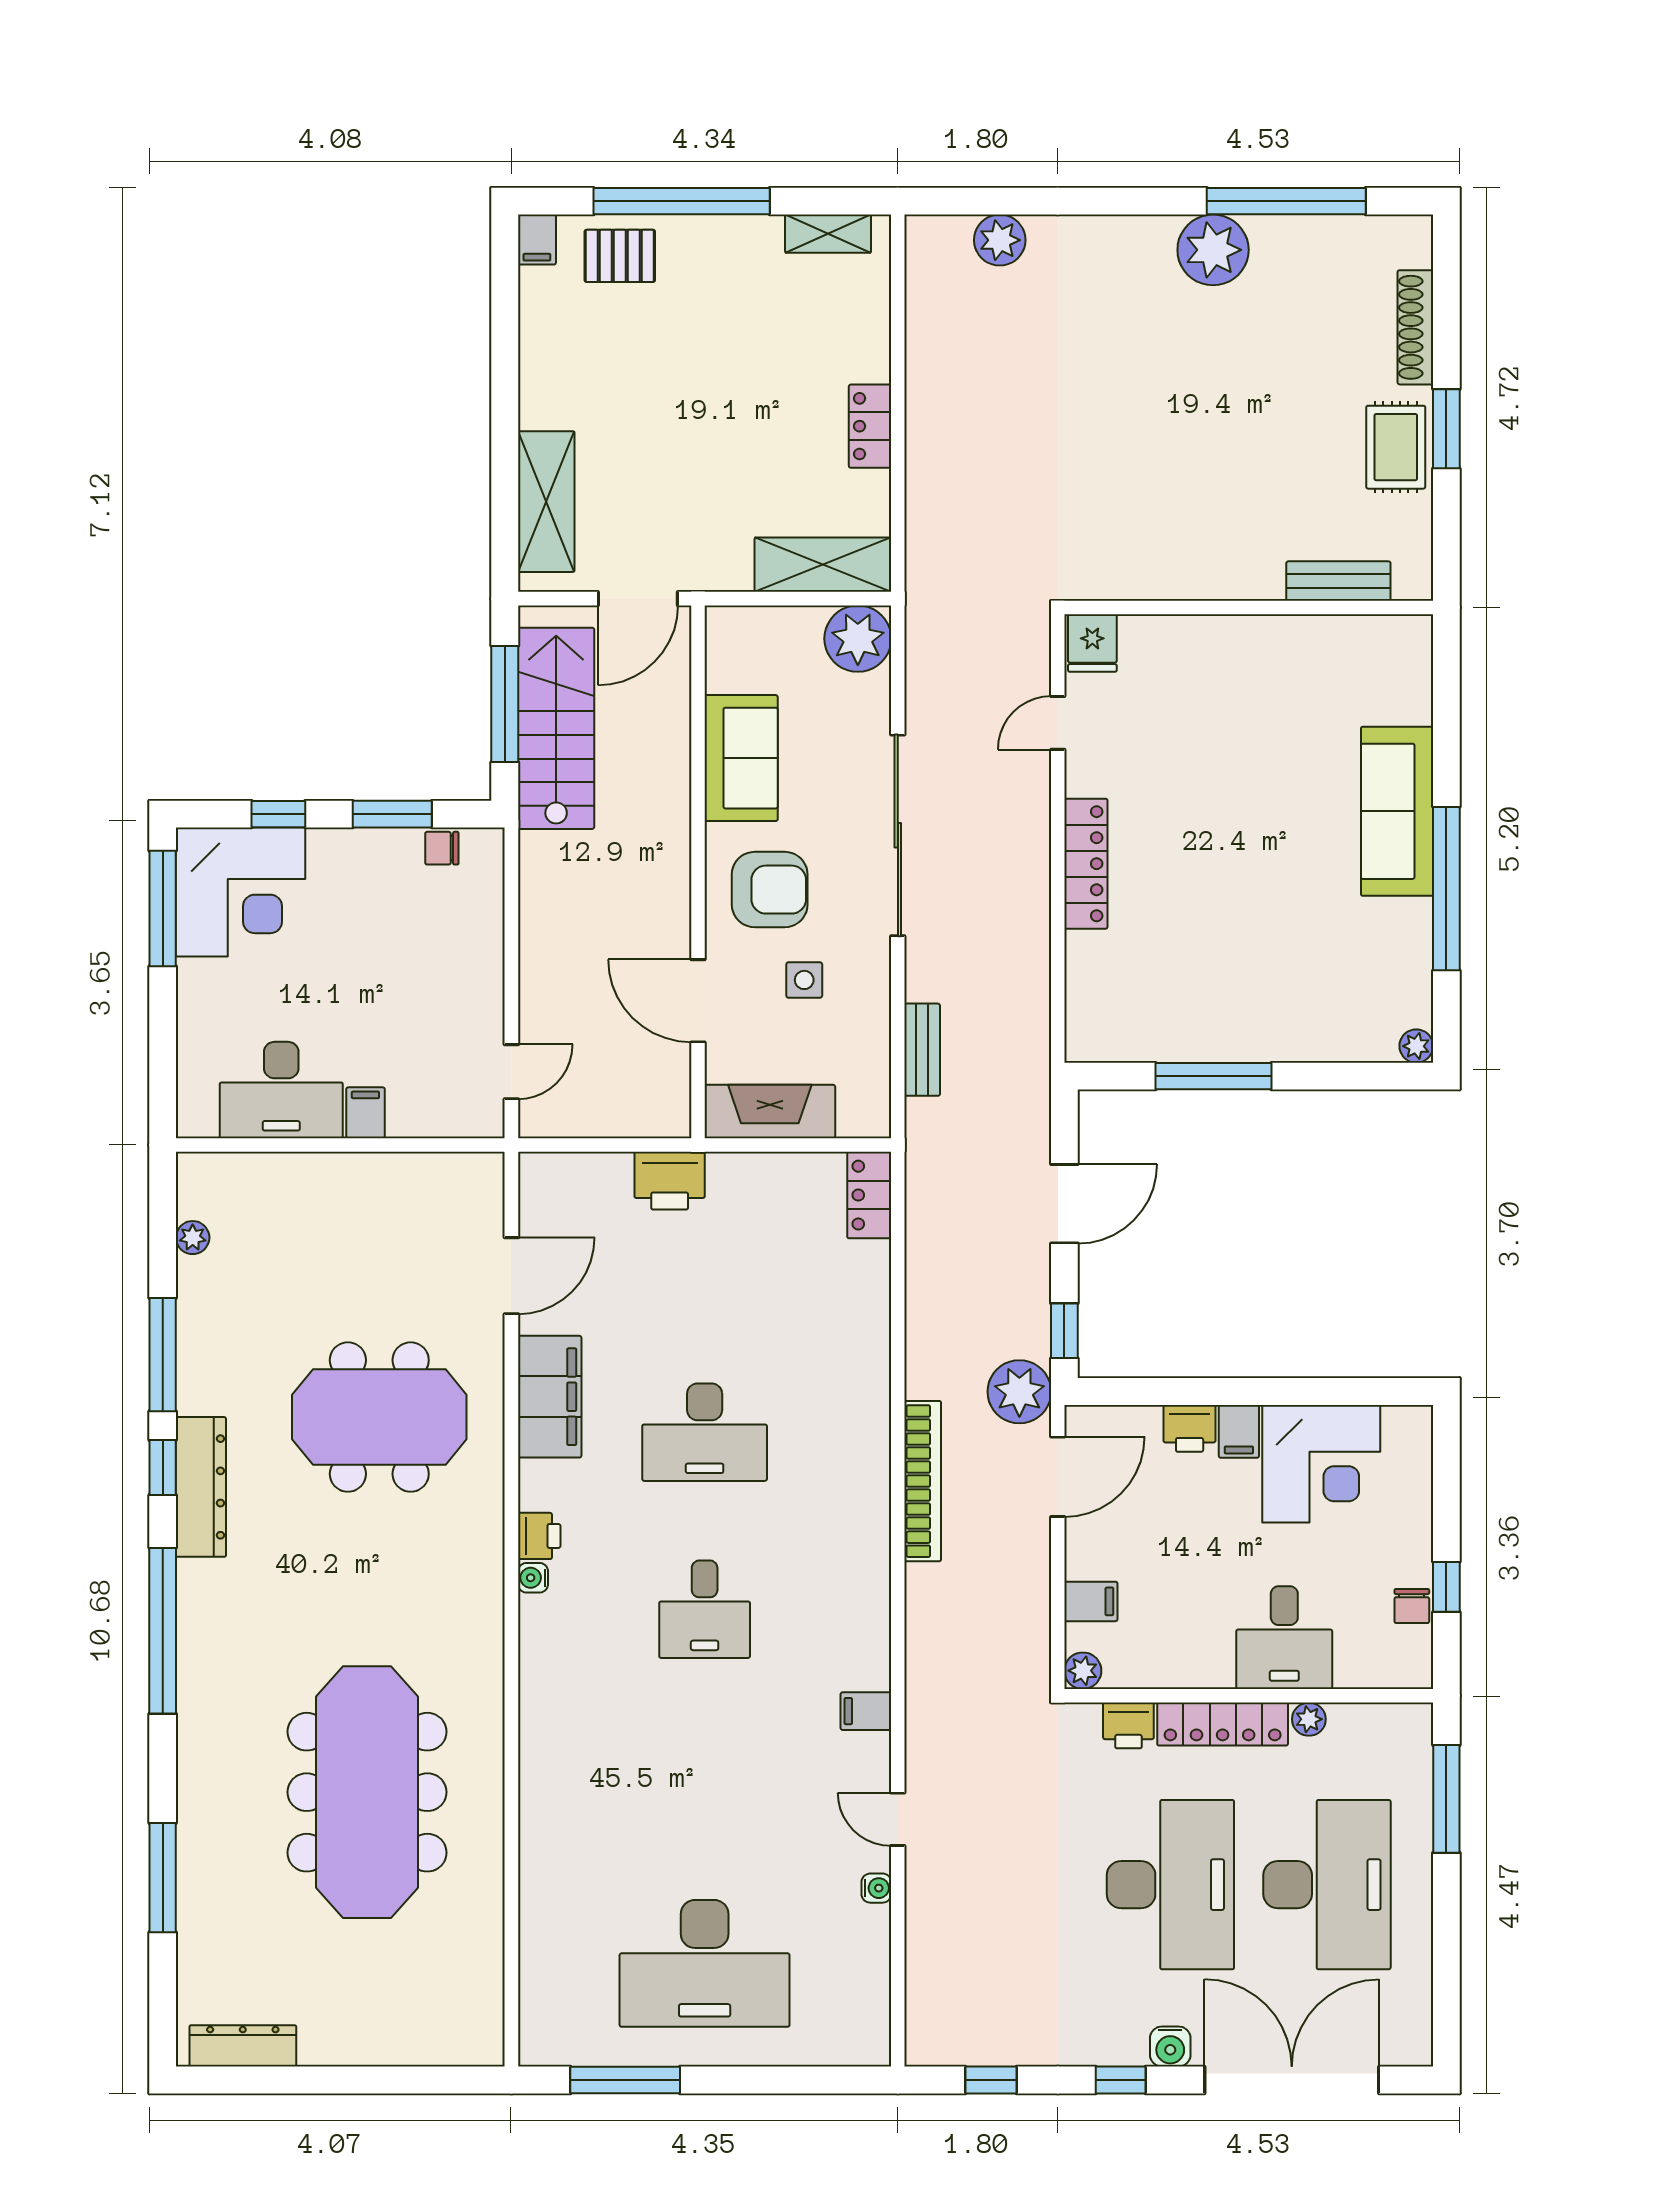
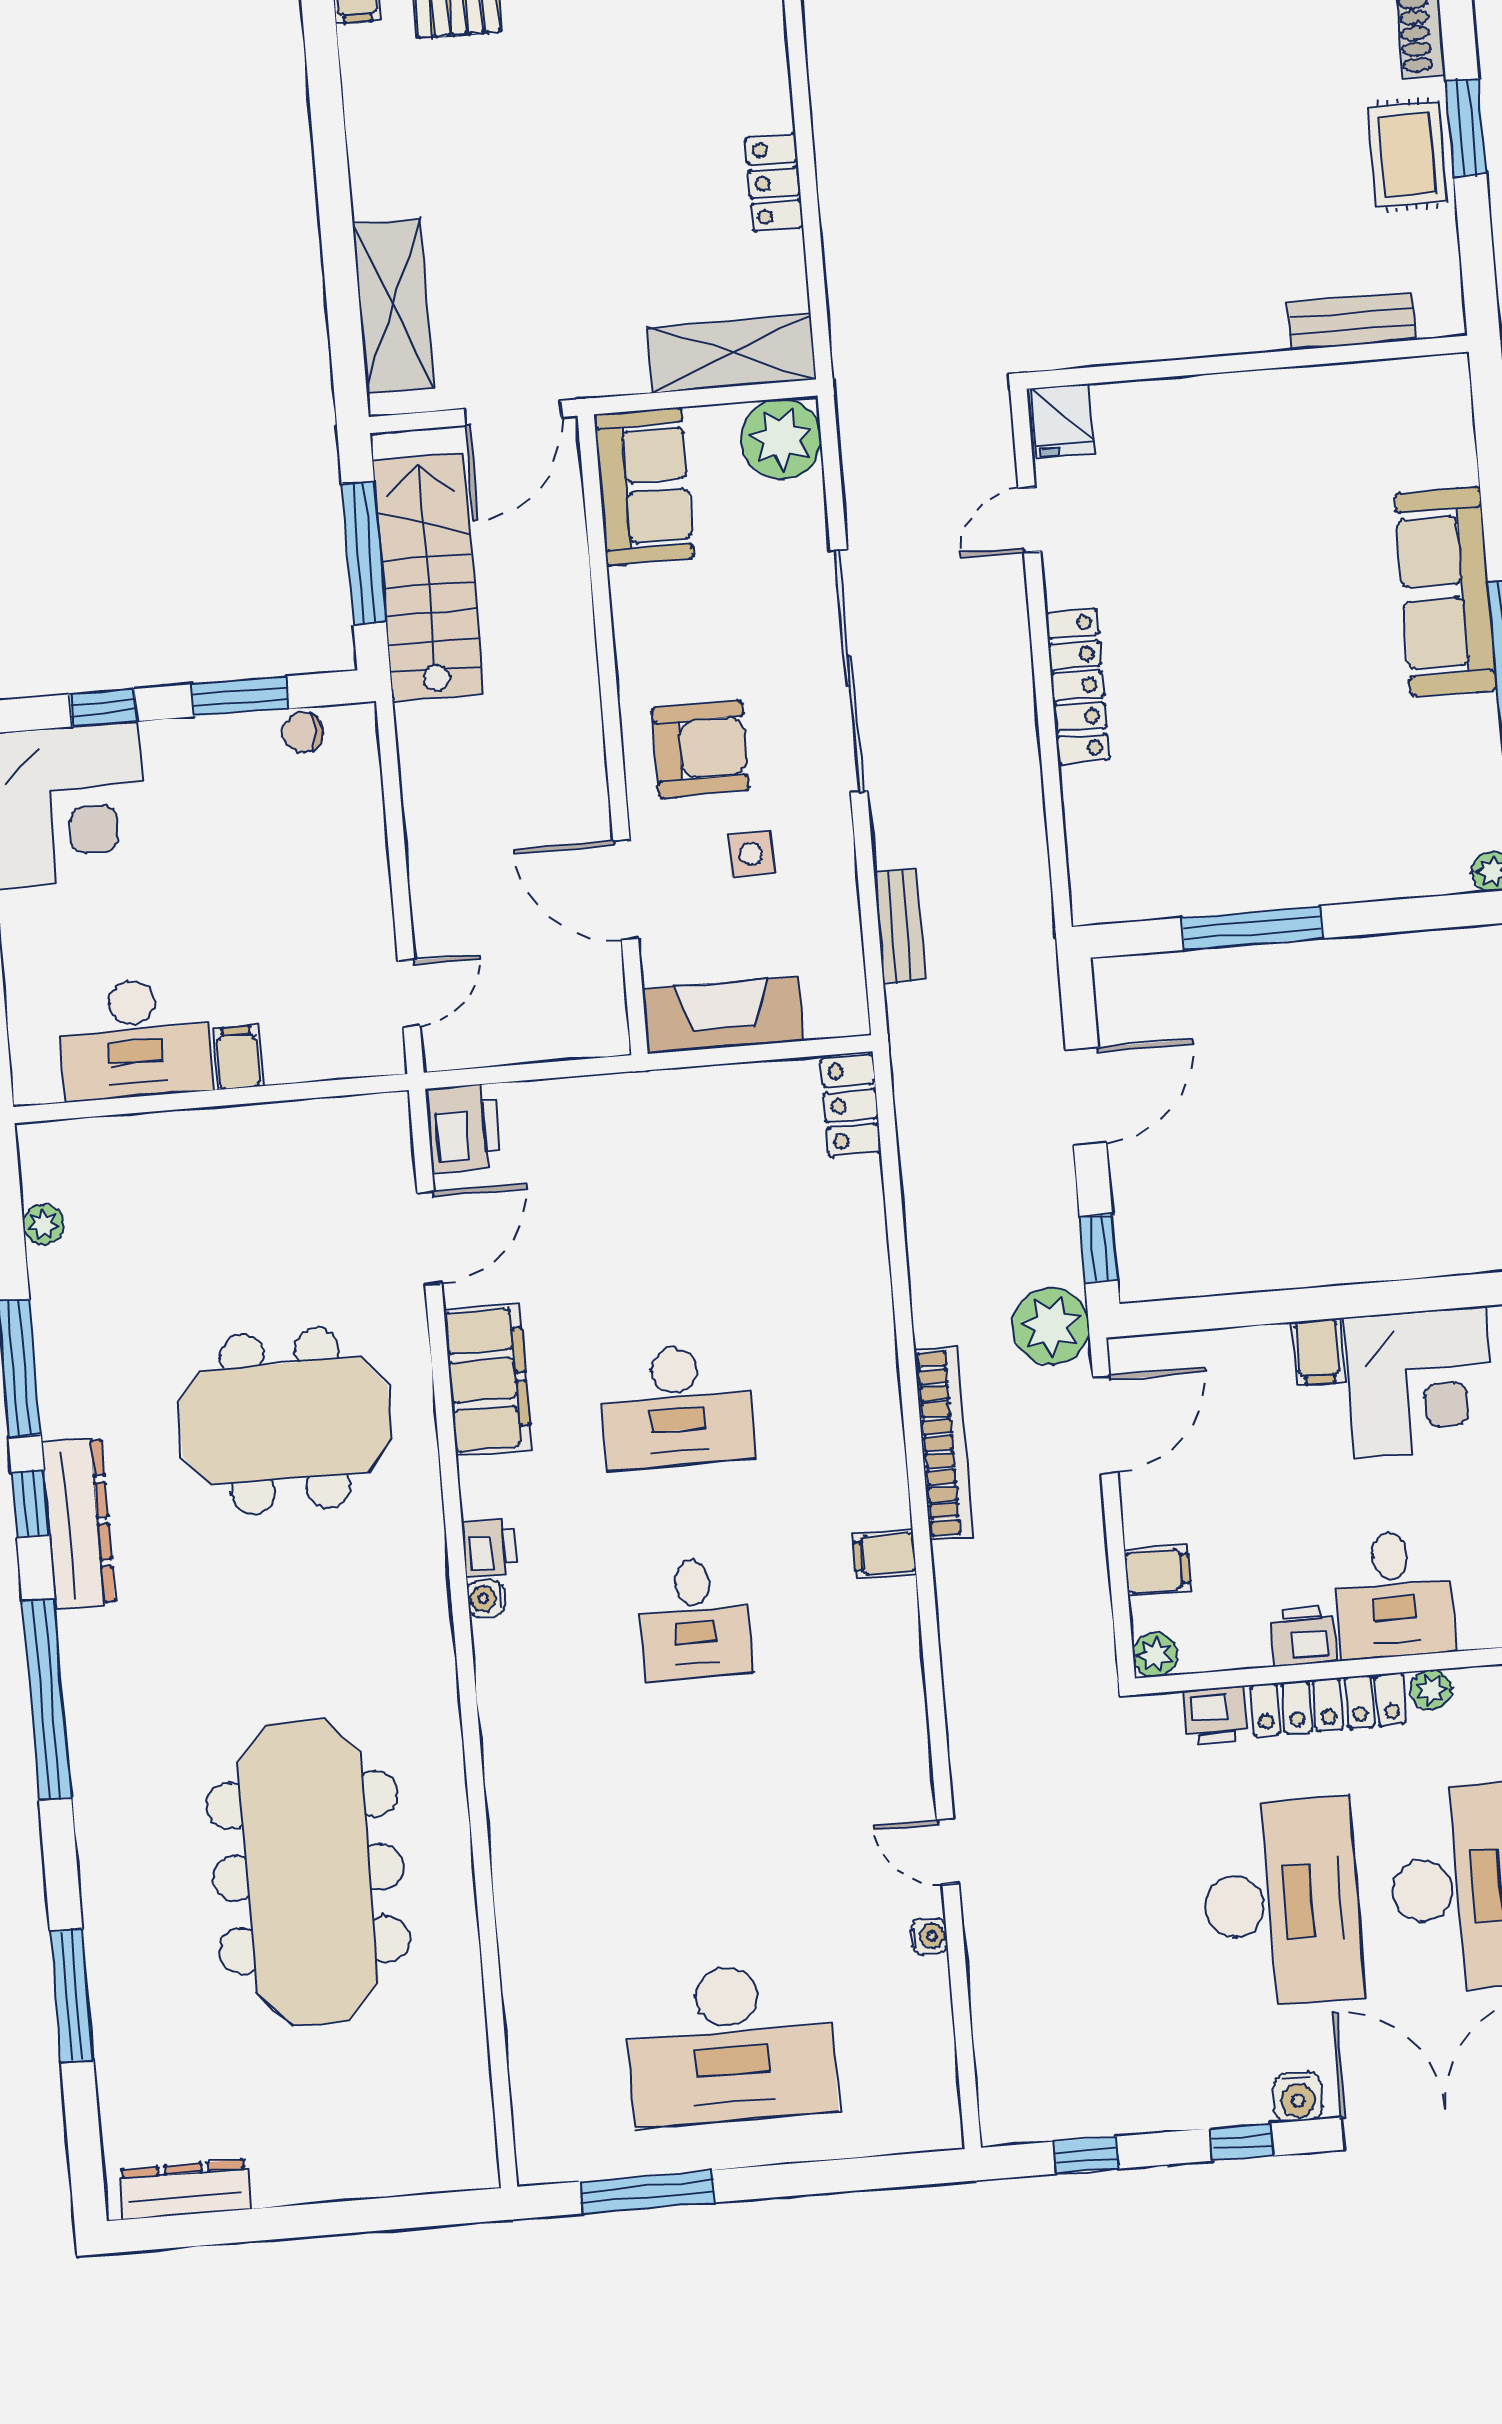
sofa: (741, 758) -> (644, 486), moved
printer: (670, 1181) -> (463, 1128), moved, turned -90
printer: (1190, 1428) -> (1303, 1636), moved, turned 180
filing cabinet: (866, 1711) -> (884, 1554), moved

